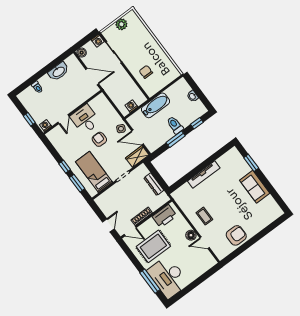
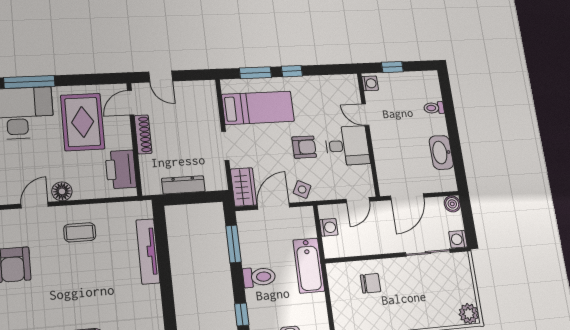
plant: (121, 24) -> (469, 314), moved
door: (109, 99) -> (358, 200), added
window: (176, 139) -> (233, 244), moved
tv unit: (204, 174) -> (148, 251), moved

